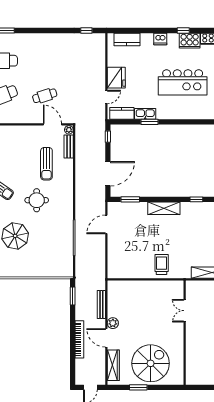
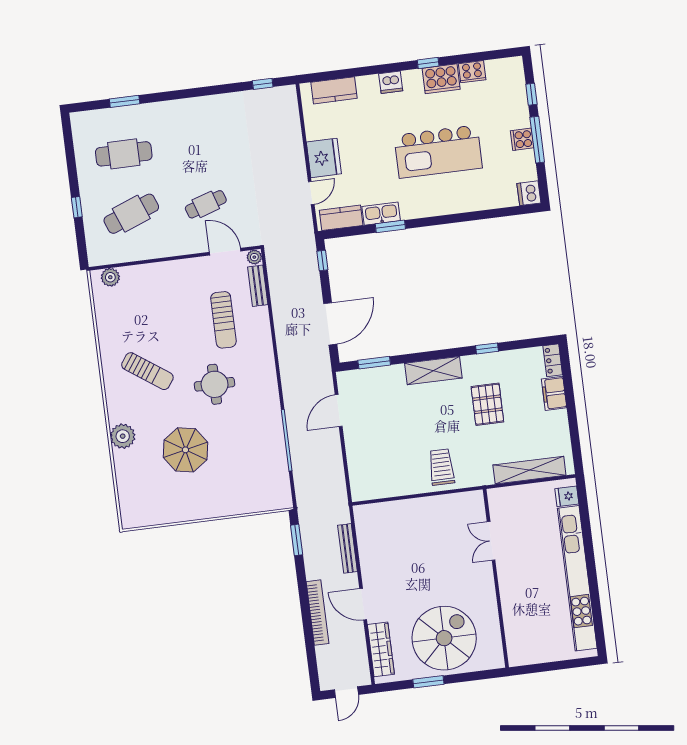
pallet: (193, 232) -> (487, 404), added
plant: (113, 323) -> (371, 578), removed

